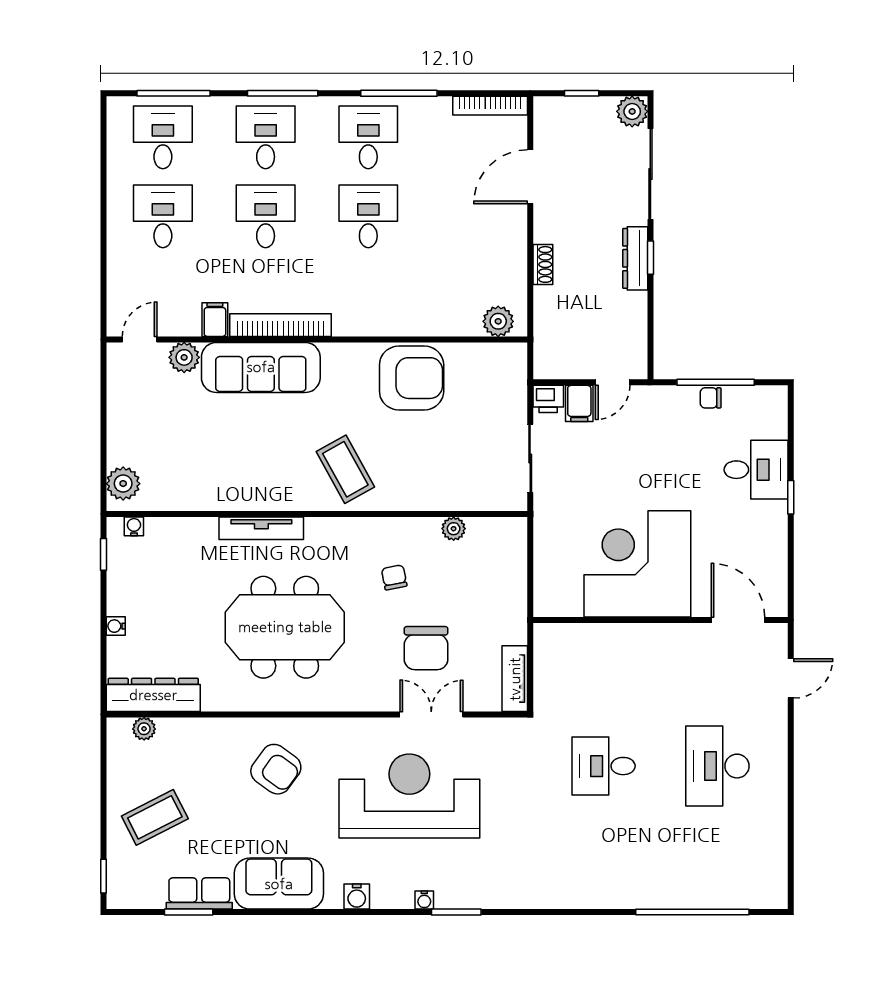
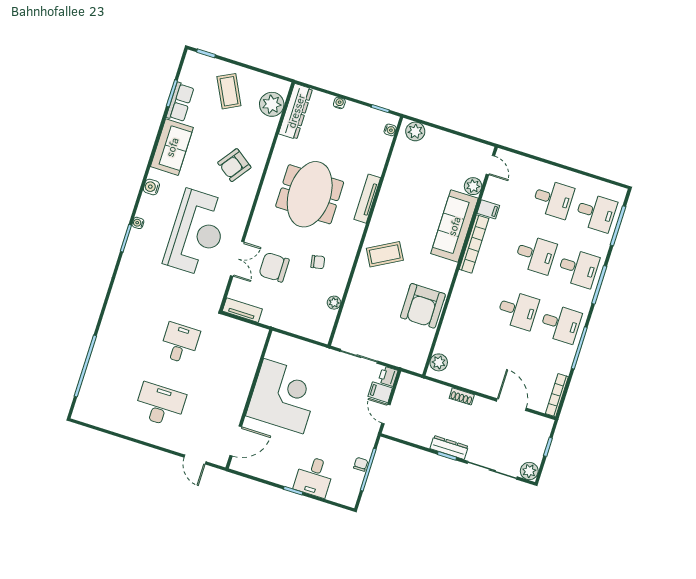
plant: (144, 729) -> (272, 104), width x1.88, depth x1.88

